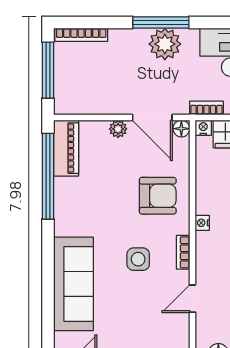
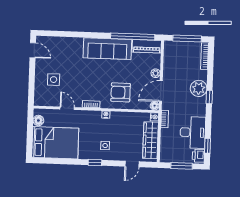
window: (161, 22) -> (209, 97), width x0.46
plant: (165, 44) -> (199, 88), moved
armchair: (158, 196) -> (121, 92), turned 90
side table: (138, 259) -> (54, 80), moved
sofa: (73, 284) -> (107, 49), moved

